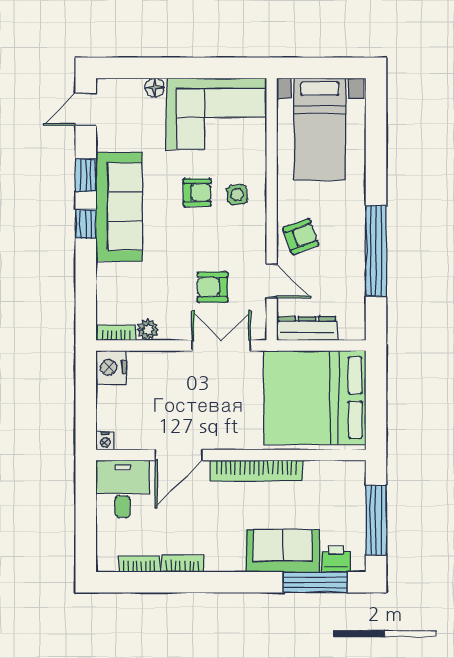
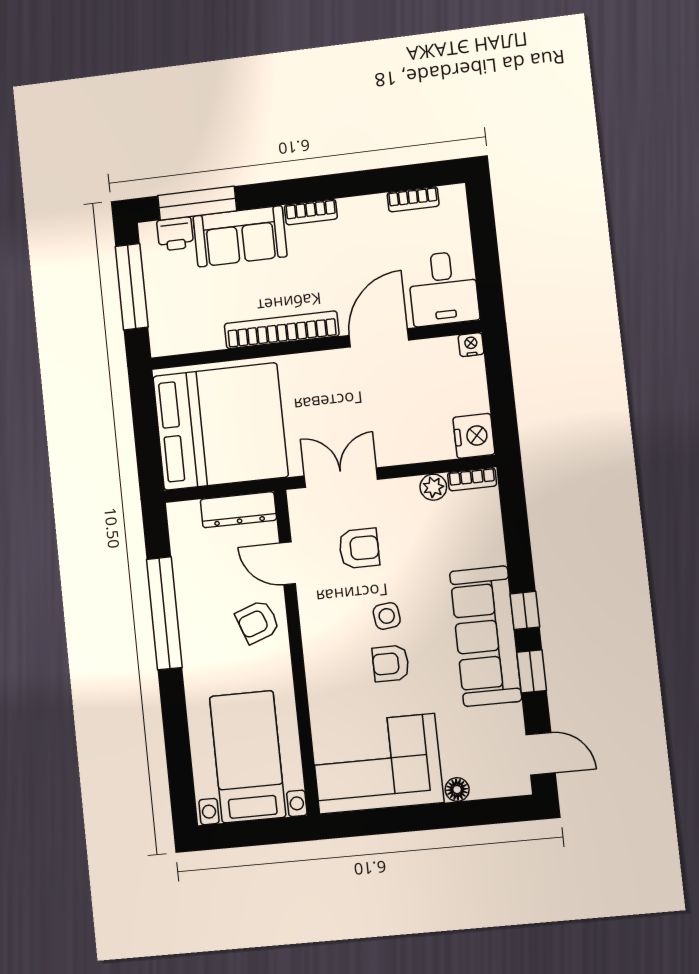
door: (86, 110) -> (541, 754), hinge flipped
side table: (237, 195) -> (387, 616), moved
double door: (221, 345) -> (341, 478), swing flipped
bookcase: (183, 564) -> (311, 212), moved

